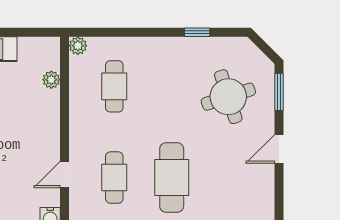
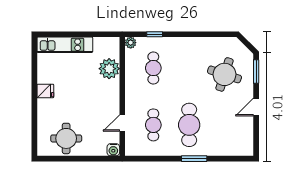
window: (197, 32) -> (155, 34), moved
plant: (51, 80) -> (109, 69), width x1.87, depth x1.87
round table: (228, 97) -> (224, 74), turned 36

